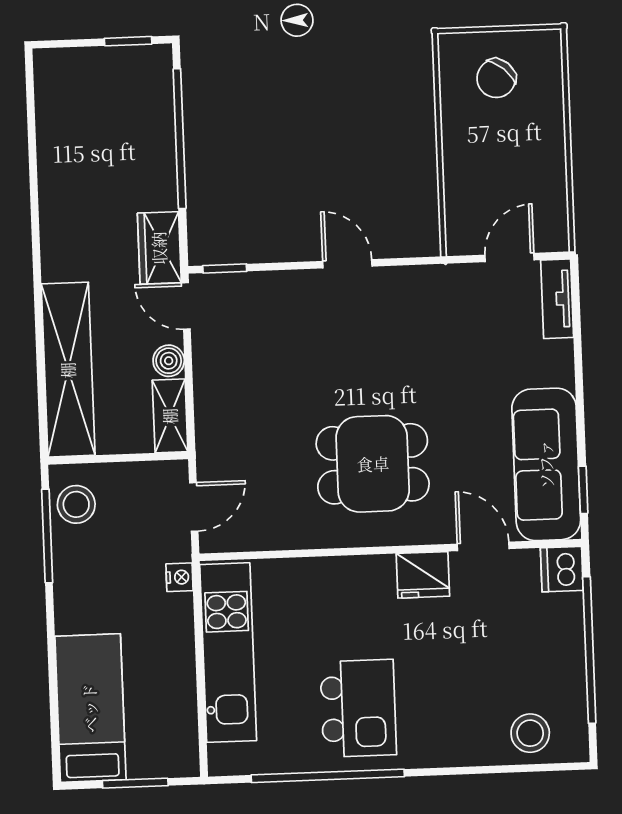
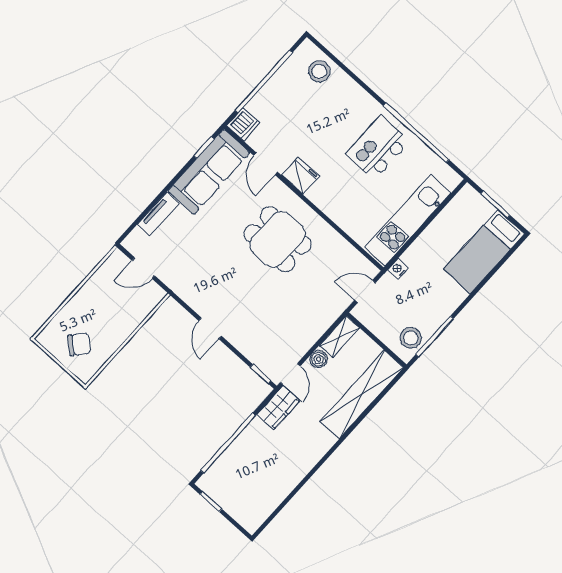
tv unit: (557, 299) -> (158, 214), moved

